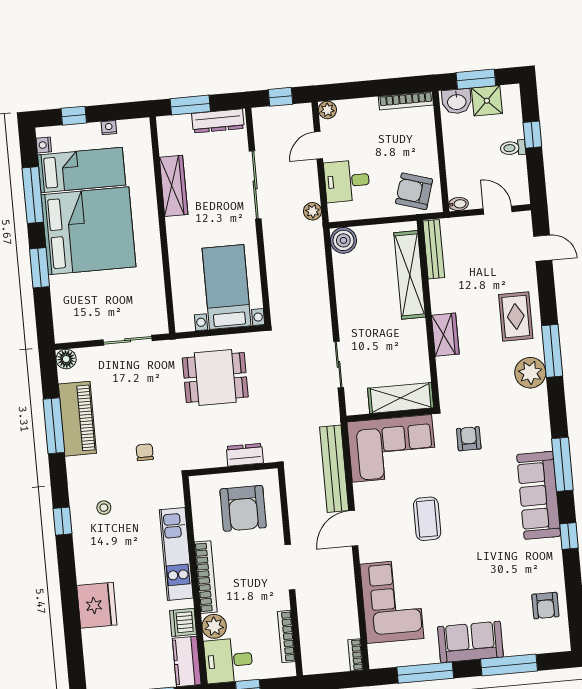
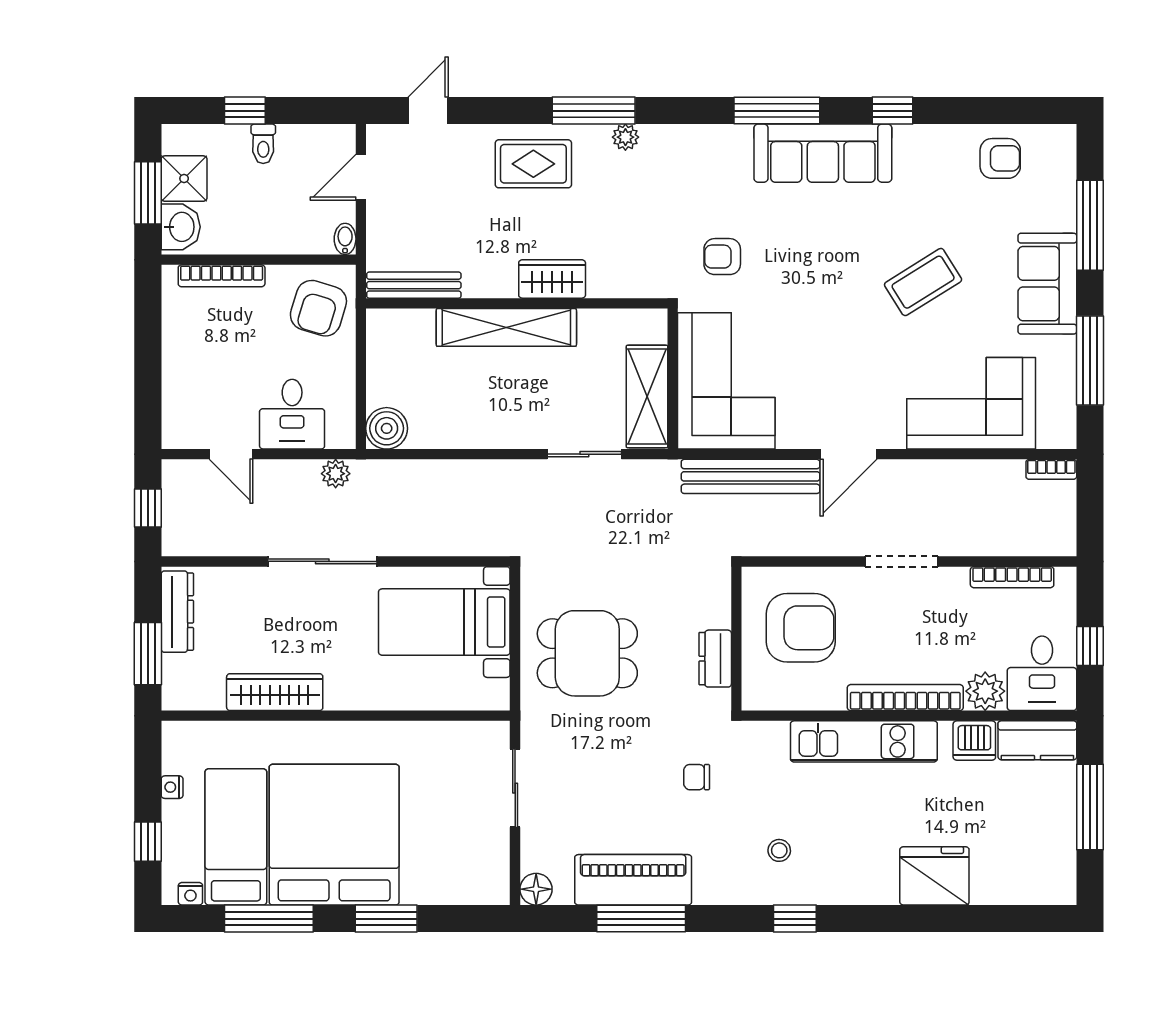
bookcase: (406, 101) -> (222, 276), moved, turned 90
plant: (327, 110) -> (176, 435), removed
sliding door: (255, 185) -> (322, 561), moved
shelving: (410, 275) -> (506, 327), moved
plant: (530, 373) -> (625, 137), width x0.53, depth x0.53
dining table: (215, 377) -> (587, 653), turned 90
shelving: (401, 398) -> (647, 396), moved
dresser: (245, 455) -> (715, 659), moved
coffee table: (427, 519) -> (923, 282), moved, turned -32
door: (353, 528) -> (849, 454), hinge flipped

